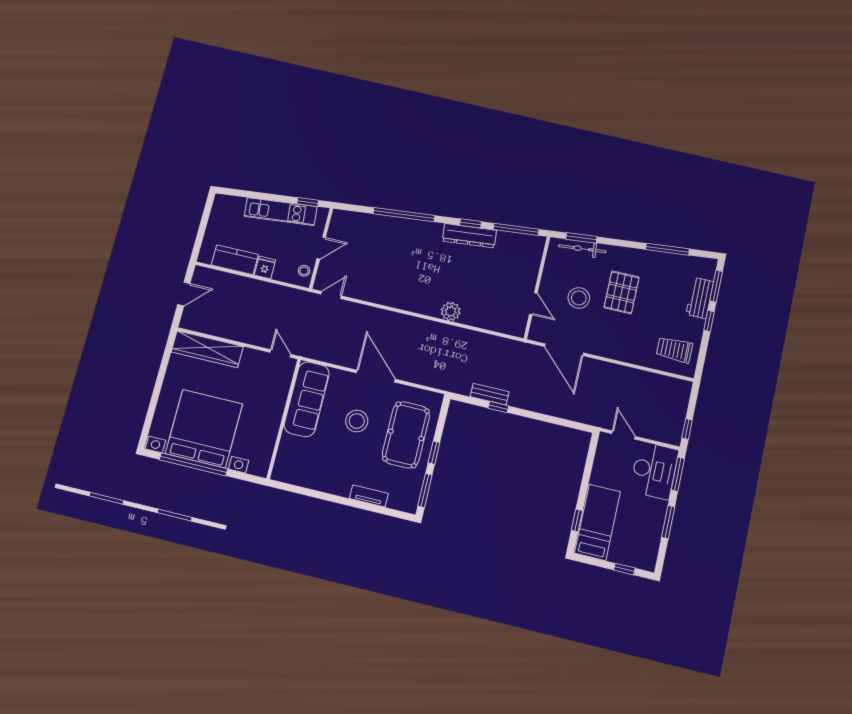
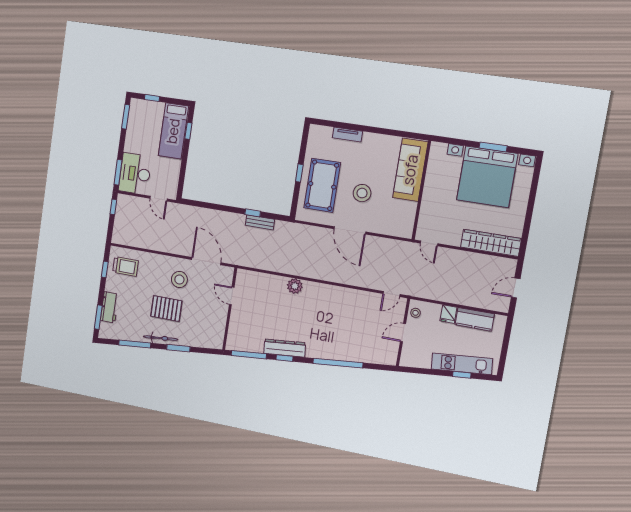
window: (308, 202) -> (462, 375), moved
kitchen unit: (281, 212) -> (462, 364), moved
window: (581, 238) -> (178, 348), moved
bicycle: (582, 249) -> (161, 338), moved
pallet: (622, 292) -> (166, 309), turned 90
stool: (579, 298) -> (179, 280), moved
window: (709, 321) -> (105, 269), moved
sofa: (307, 399) -> (410, 170), moved
window: (193, 464) -> (493, 147), width x0.47
window: (425, 490) -> (304, 143), removed
window: (668, 522) -> (126, 117), moved

